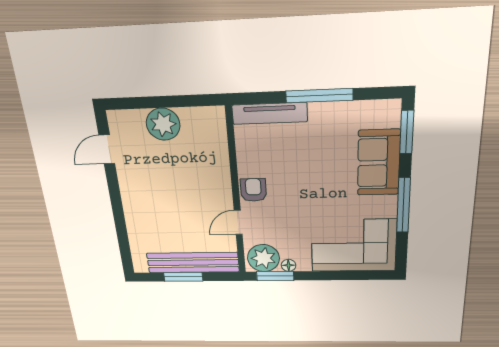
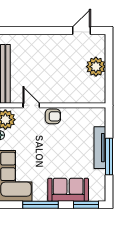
tv unit: (270, 113) -> (100, 148), moved
door: (107, 149) -> (82, 31), hinge flipped

